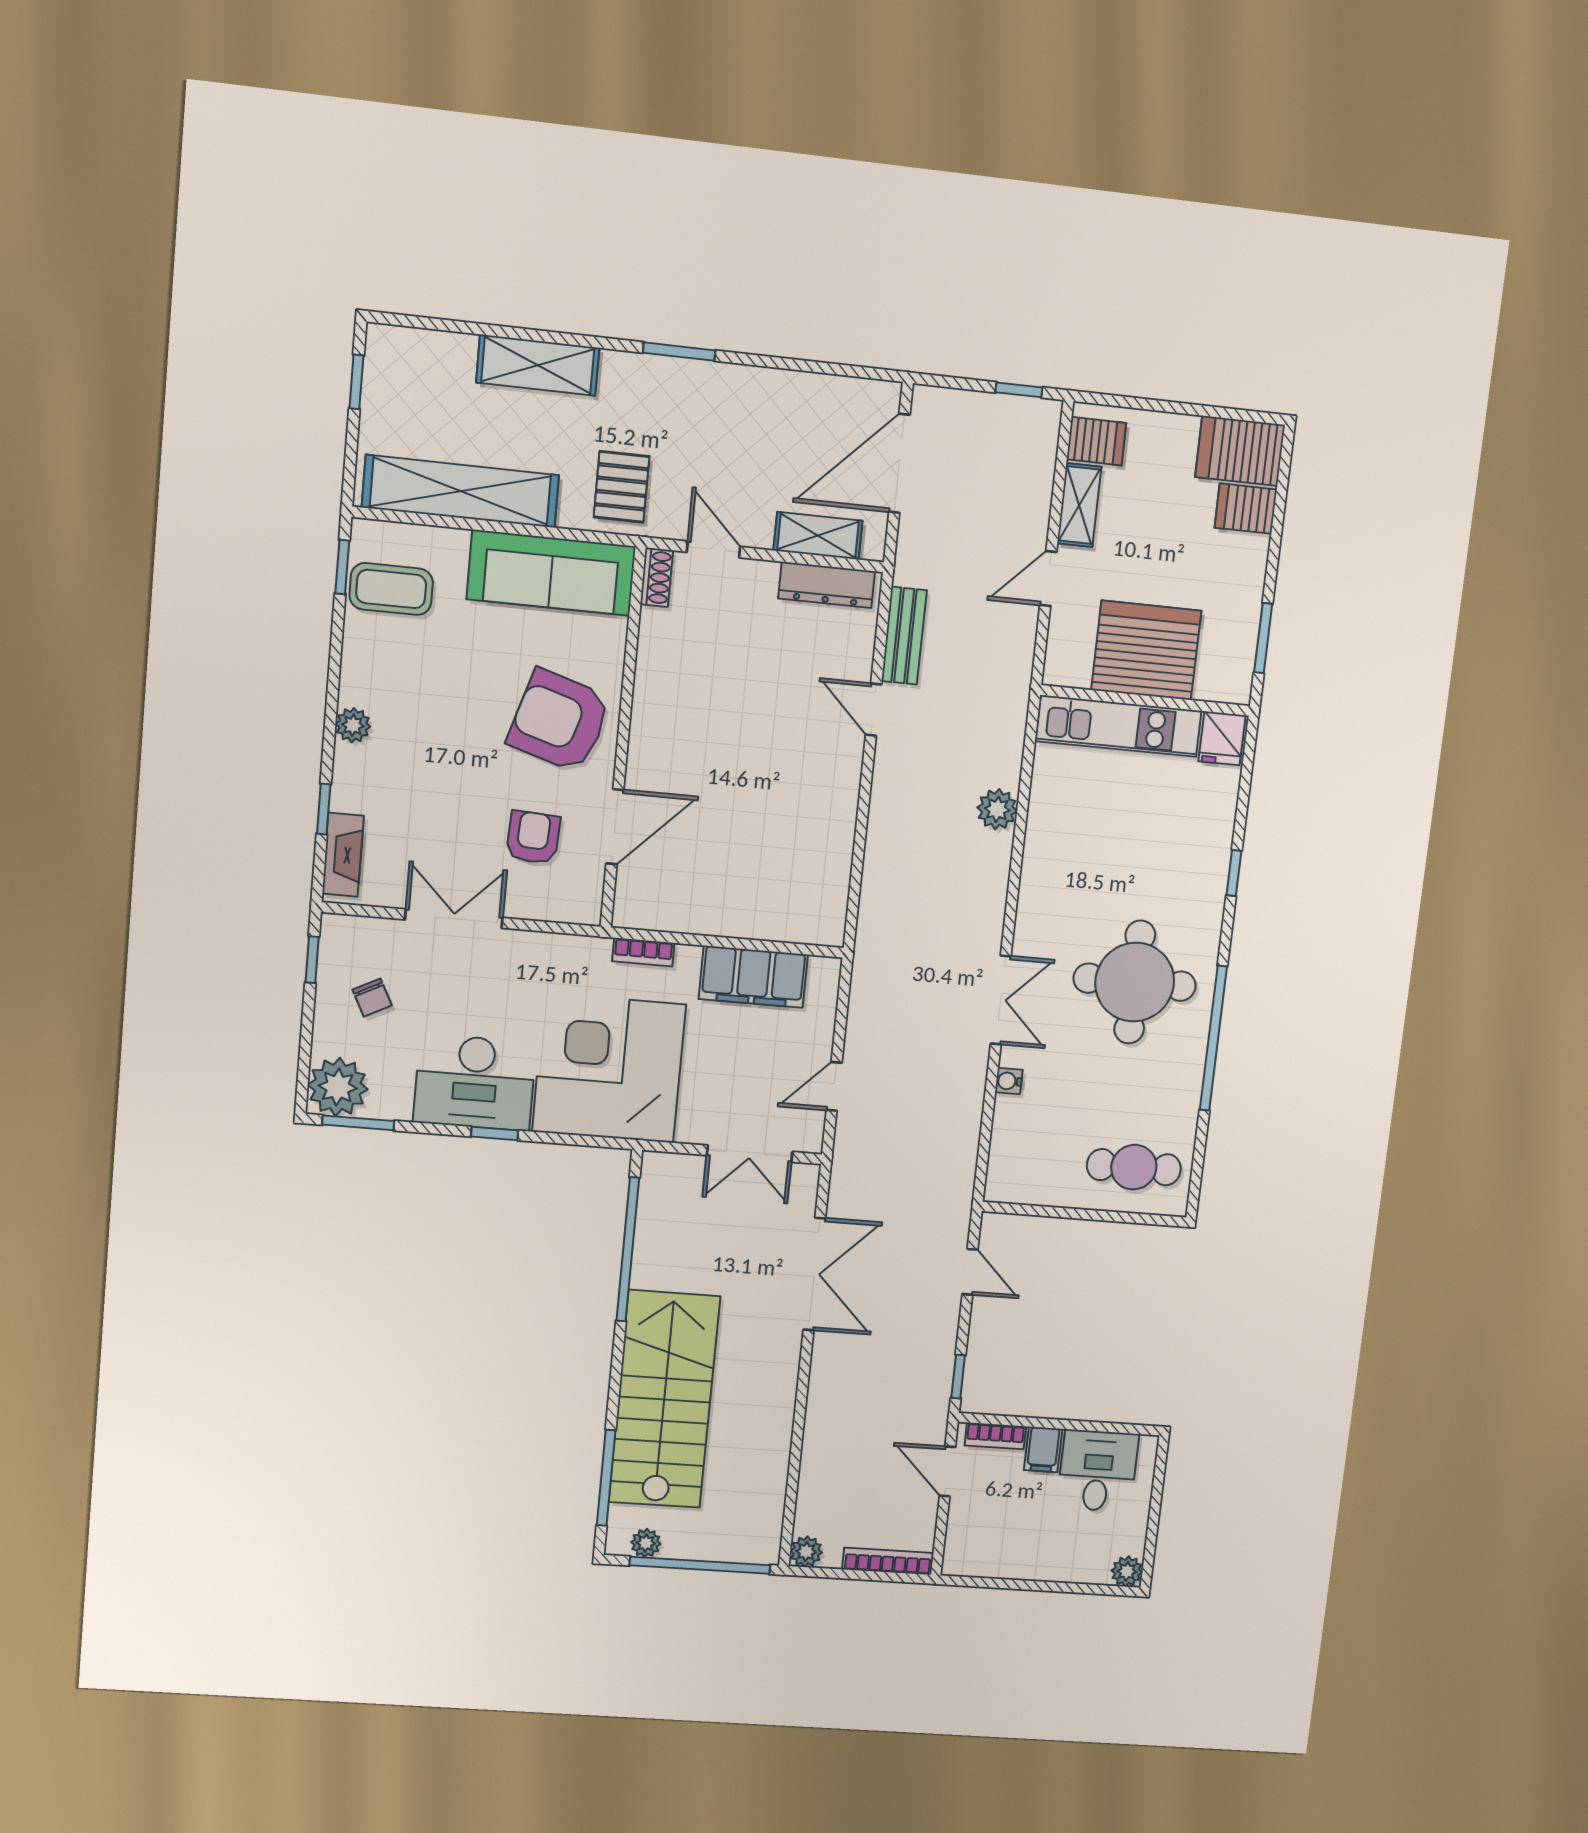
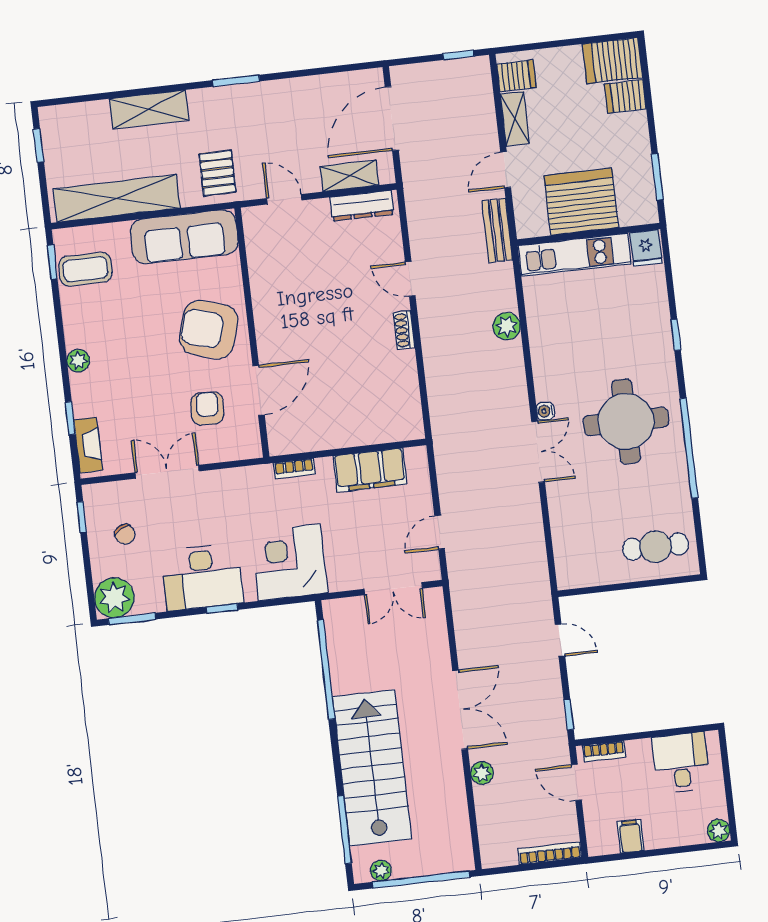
shoe rack: (657, 577) -> (404, 330), moved, turned 180
bench: (904, 636) -> (497, 230), moved
corner desk: (609, 1068) -> (289, 562), width x0.74, depth x0.74
water cooler: (1009, 1081) -> (545, 411), moved
double door: (814, 1274) -> (460, 710), moved
filing cabinet: (1043, 1449) -> (631, 836), moved, turned 180
plant: (806, 1552) -> (482, 773), moved

